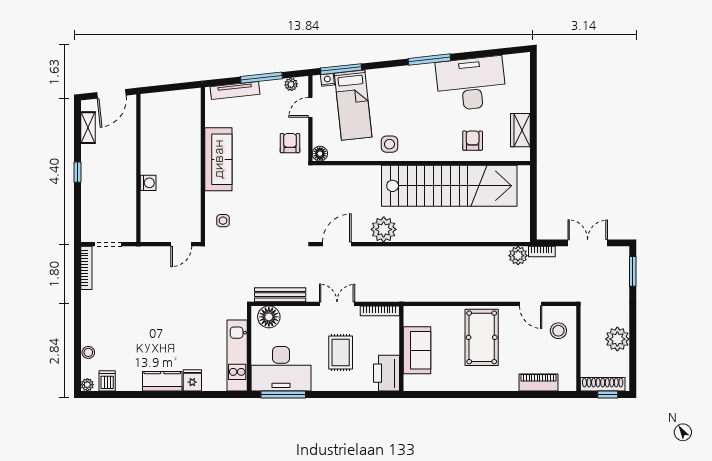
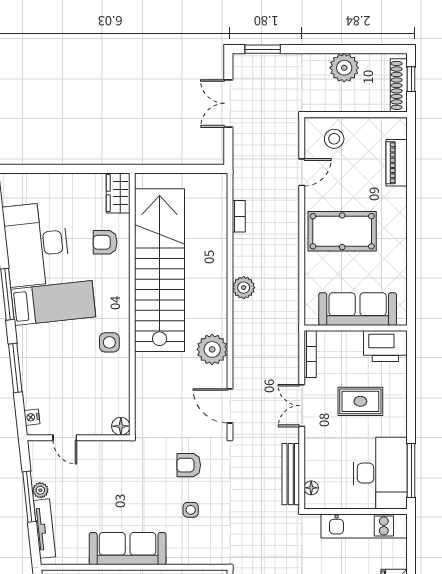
window: (341, 69) -> (15, 368), moved
plant: (291, 84) -> (40, 490), moved
bed: (353, 105) -> (53, 303), moved
wardrobe: (520, 130) -> (118, 193), moved, turned 90
armchair: (290, 143) -> (189, 465), moved
side table: (223, 221) -> (191, 510), moved
bookcase: (542, 251) -> (239, 216), moved
plant: (518, 256) -> (244, 288), moved
floor lamp: (269, 317) -> (311, 488), width x0.53, depth x0.53
sofa: (417, 350) -> (358, 309), width x1.36

